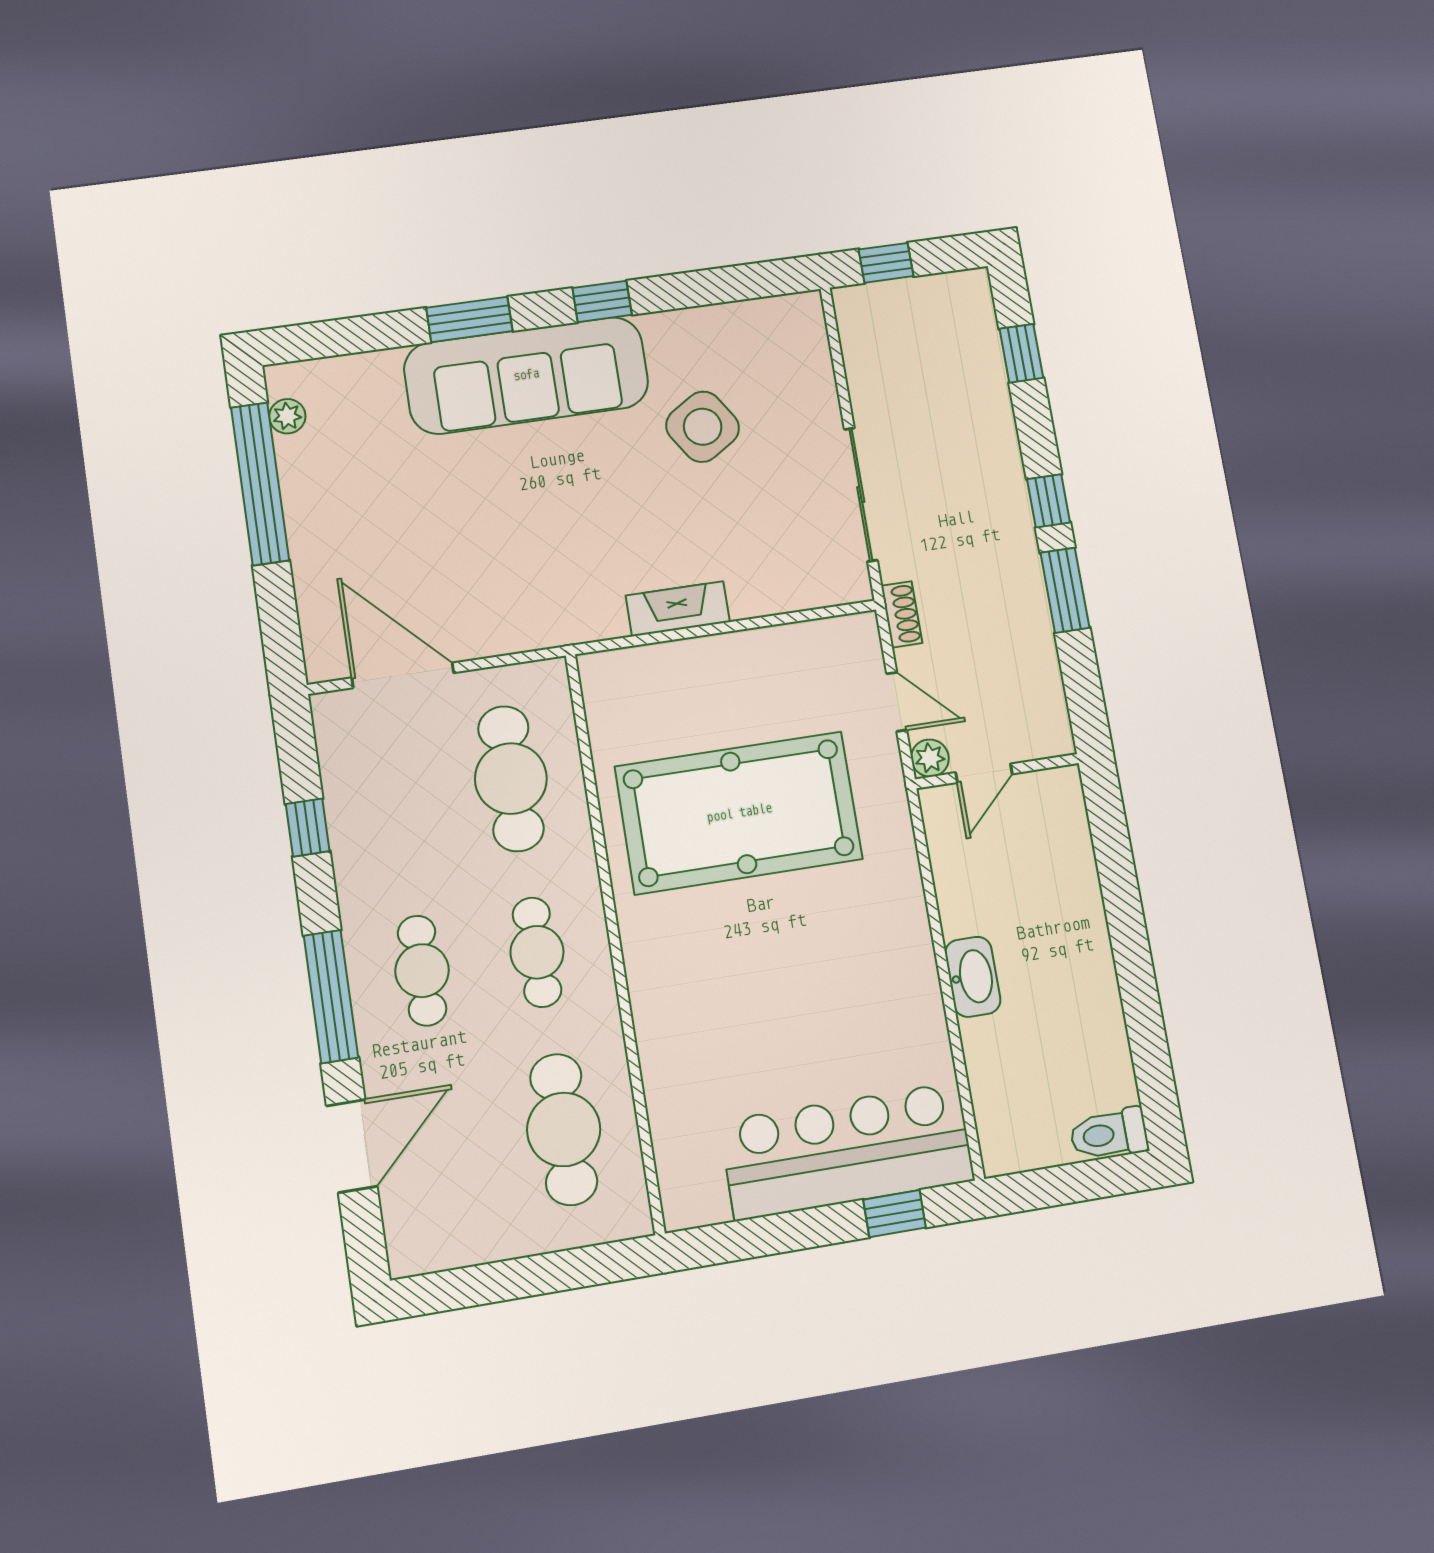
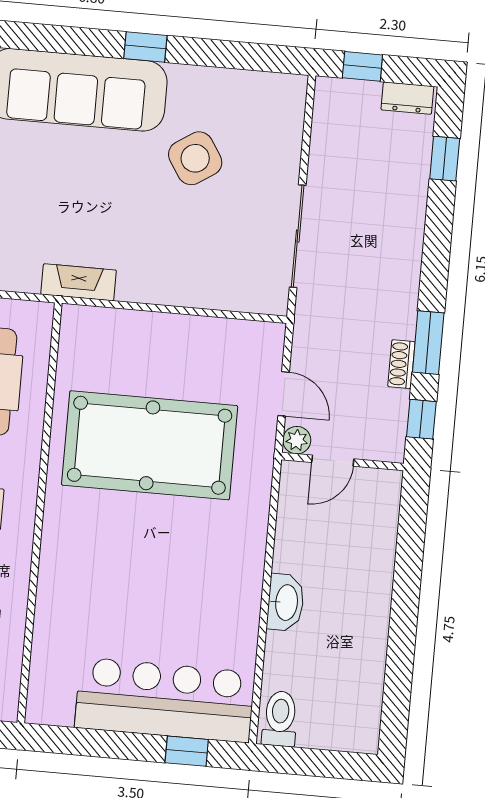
dresser: (954, 289) -> (407, 98), added
window: (469, 319) -> (46, 38), removed
window: (1049, 501) -> (421, 419), moved
fireplace: (678, 609) -> (79, 282), moved
shoe rack: (902, 614) -> (401, 364), moved, turned 180
toilet: (1109, 1134) -> (280, 719), moved, turned 90

